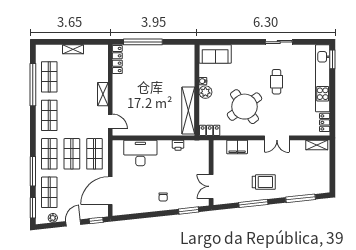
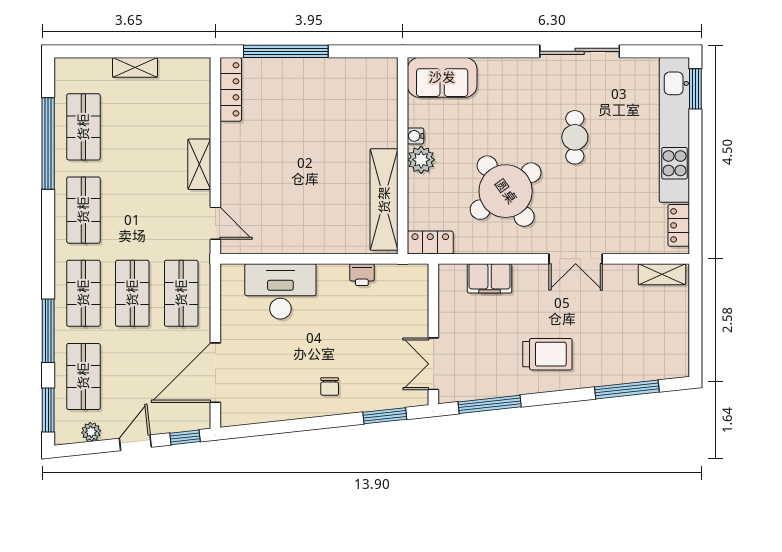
sliding door: (279, 42) -> (580, 51), width x1.37
window: (253, 203) -> (490, 404), moved

